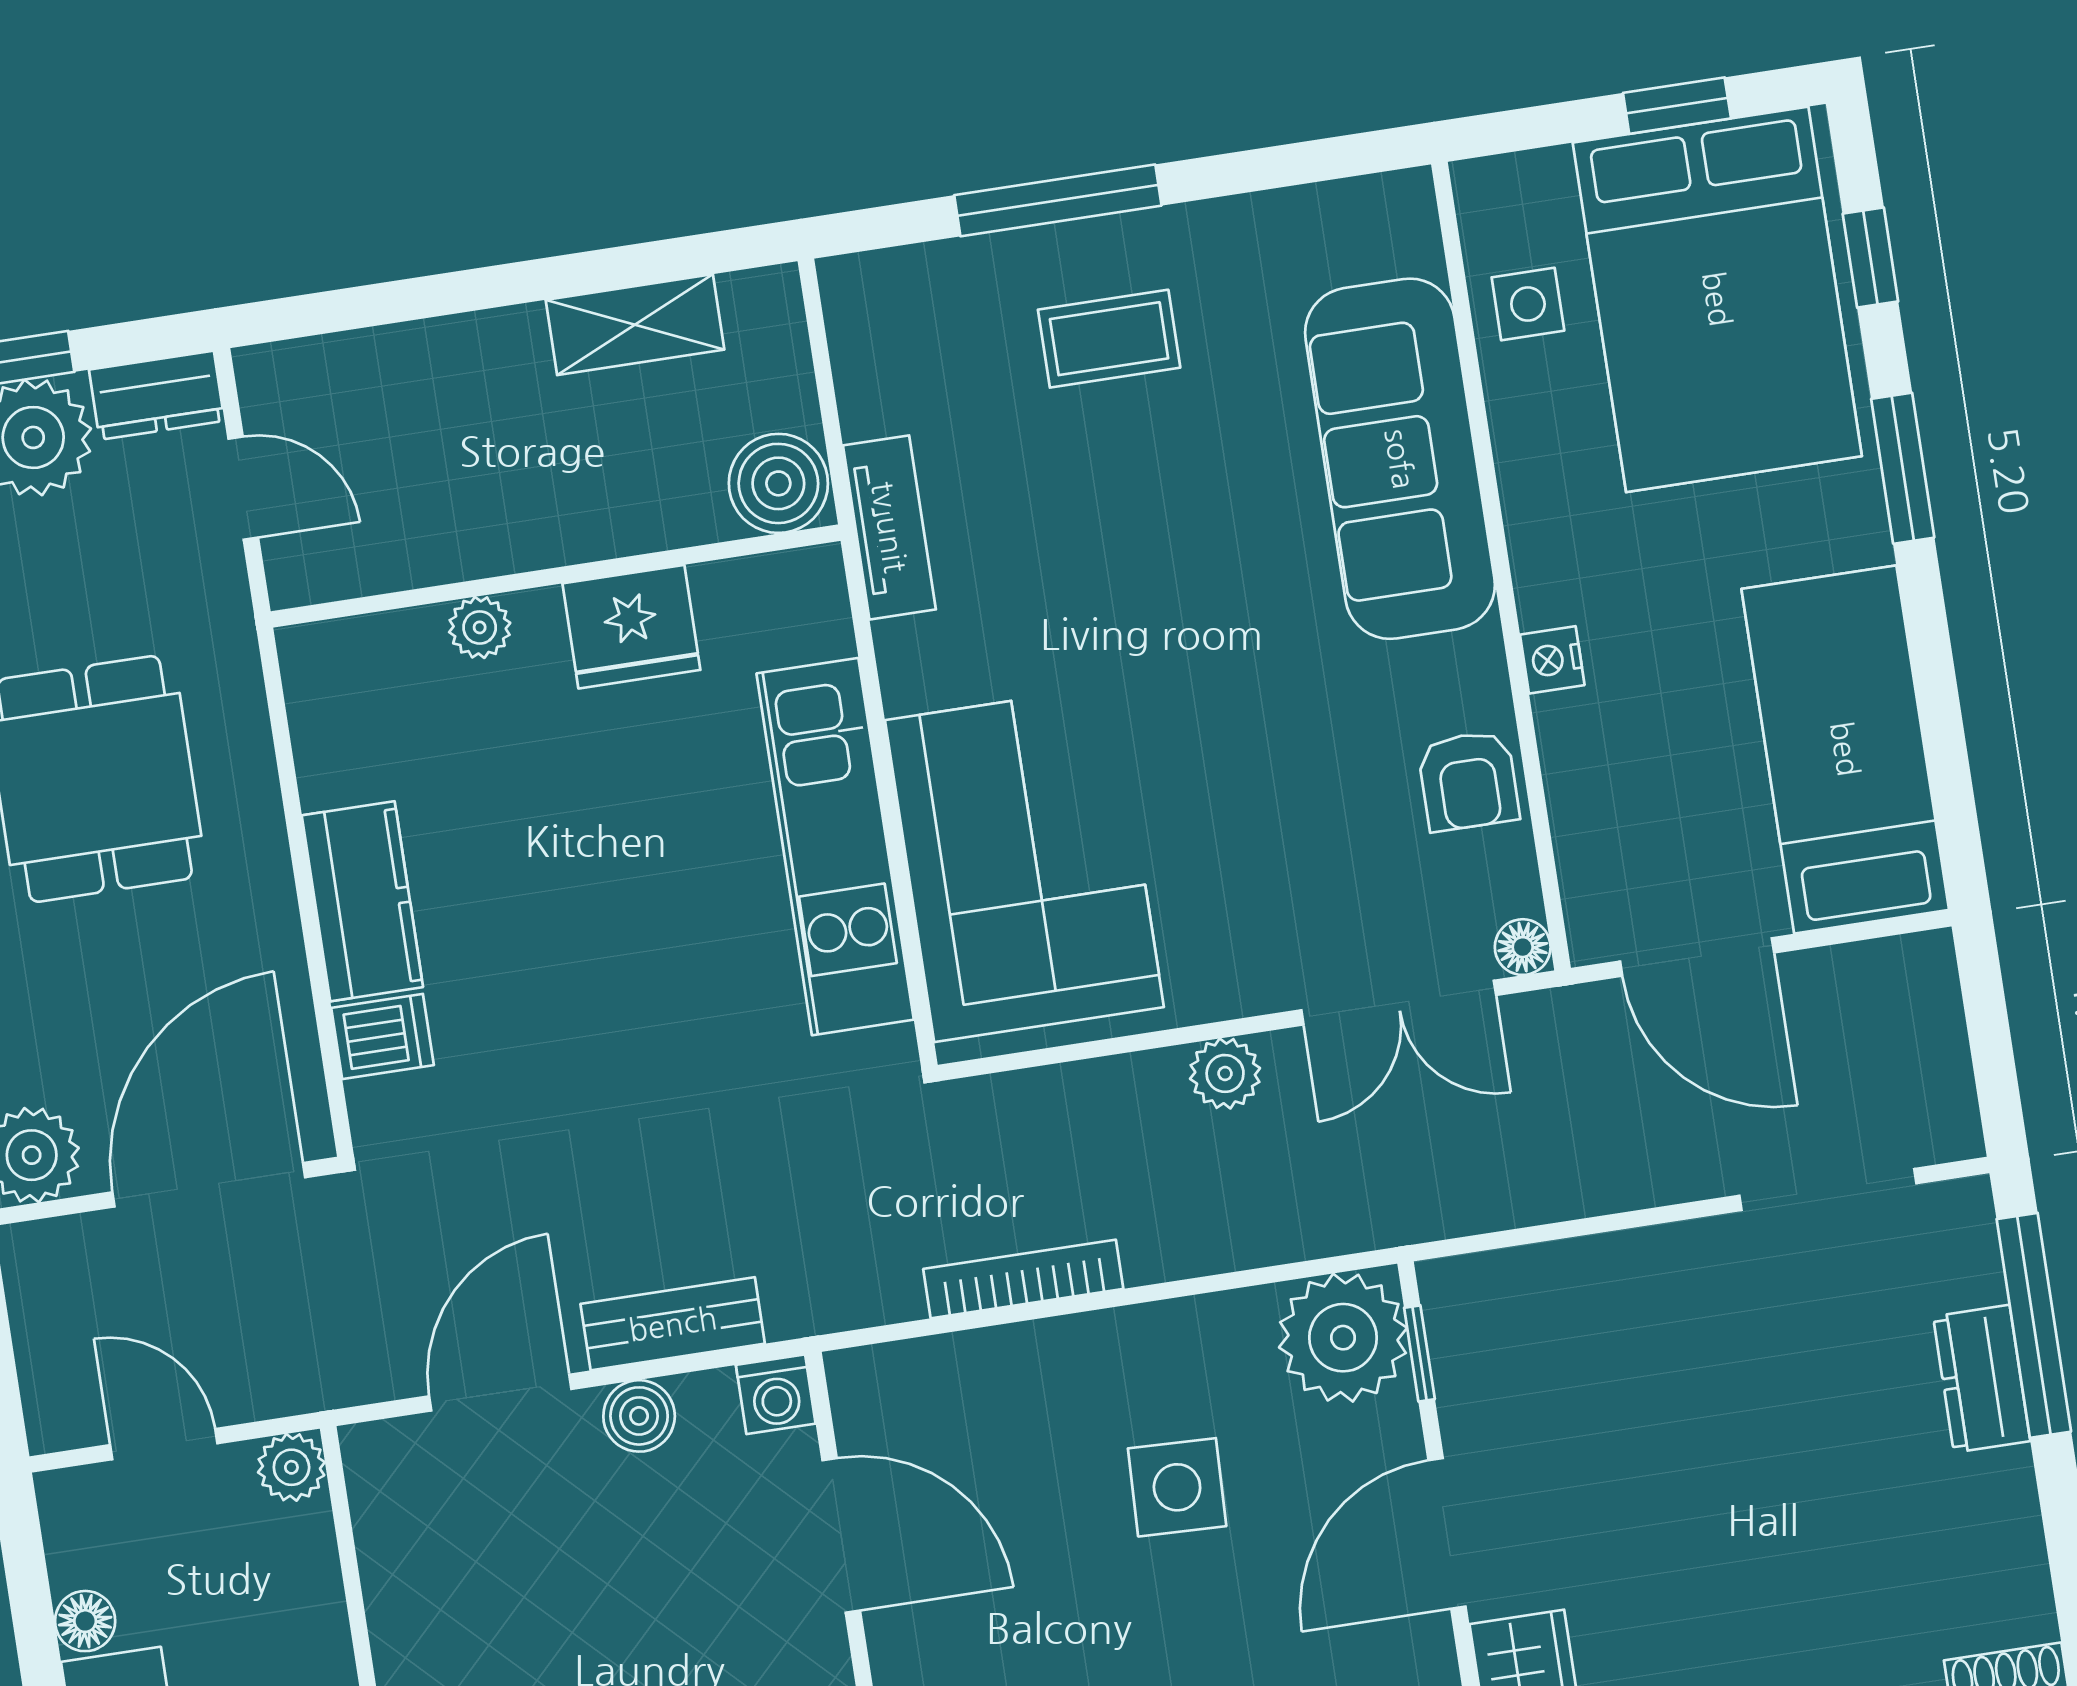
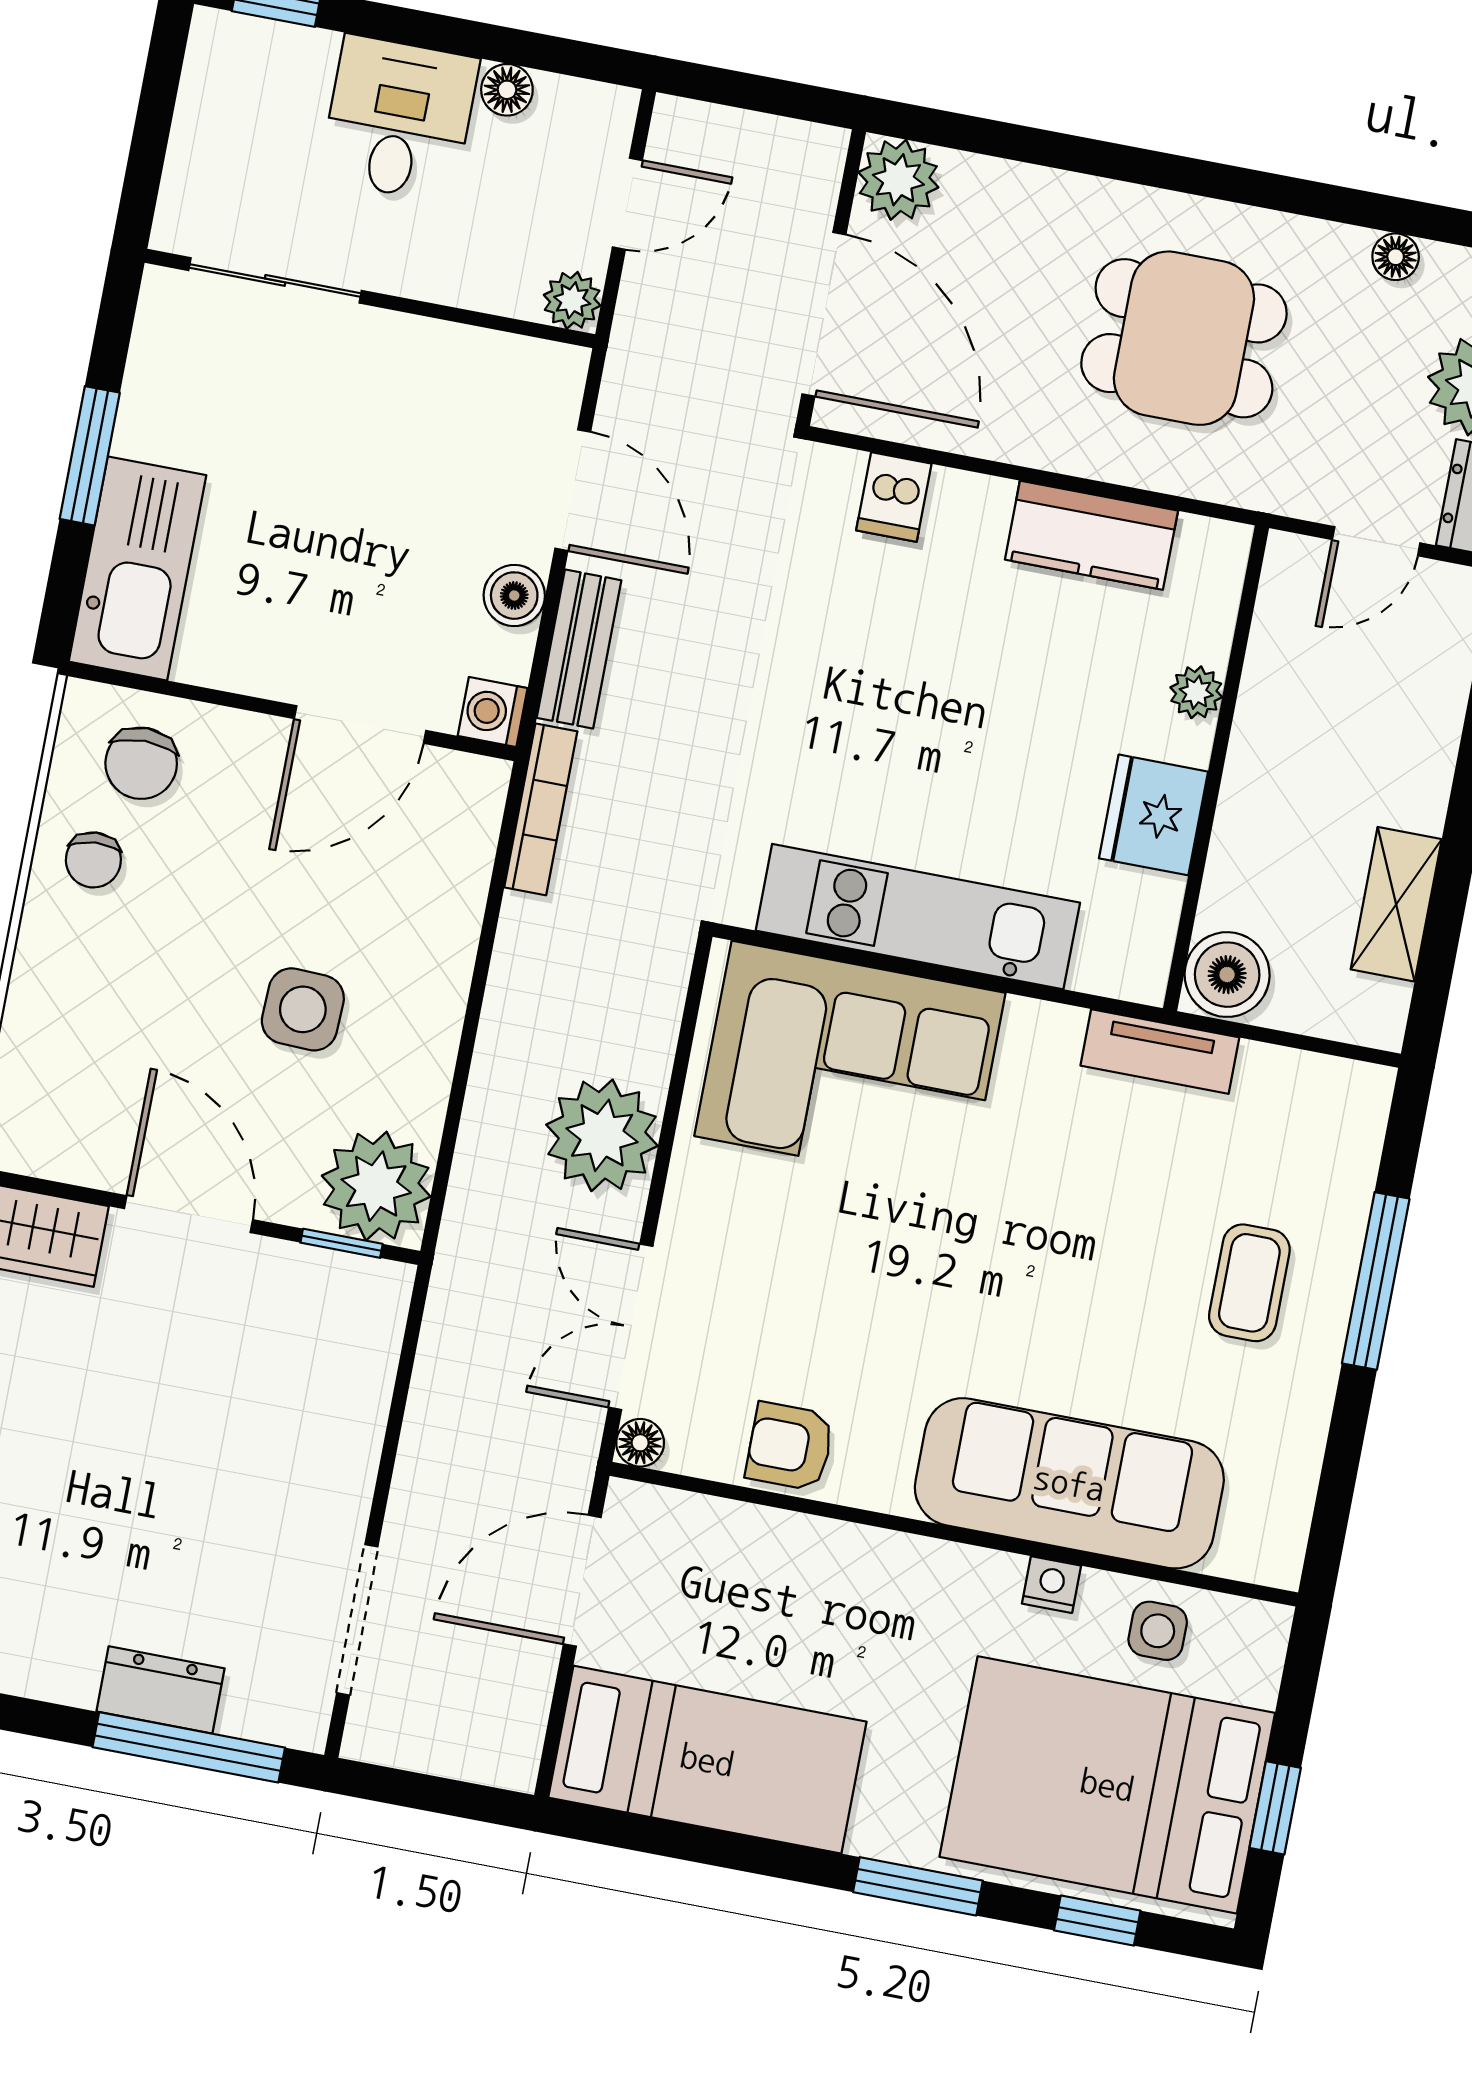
nightstand: (1552, 660) -> (1051, 1585), moved
kitchen counter: (362, 901) -> (1091, 535), moved
plant: (1225, 1073) -> (602, 1135), width x1.88, depth x1.88
bookcase: (1023, 1279) -> (541, 809), moved

